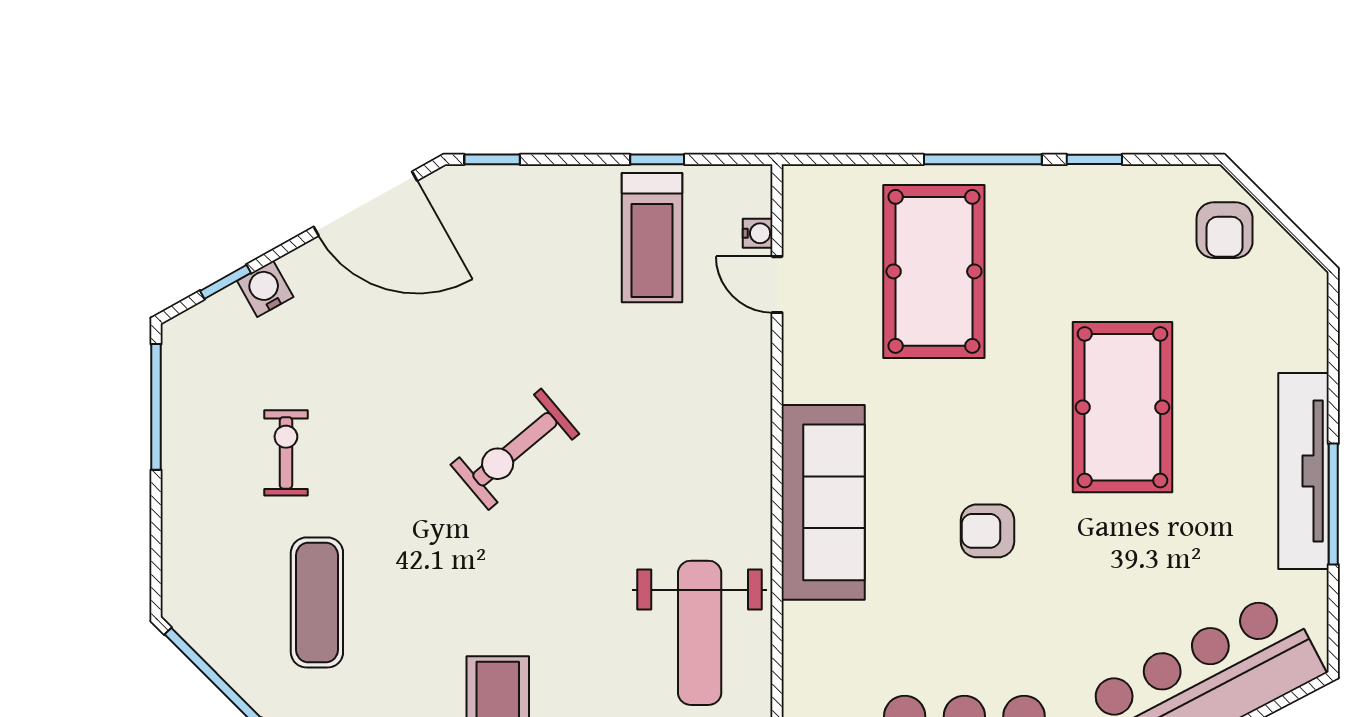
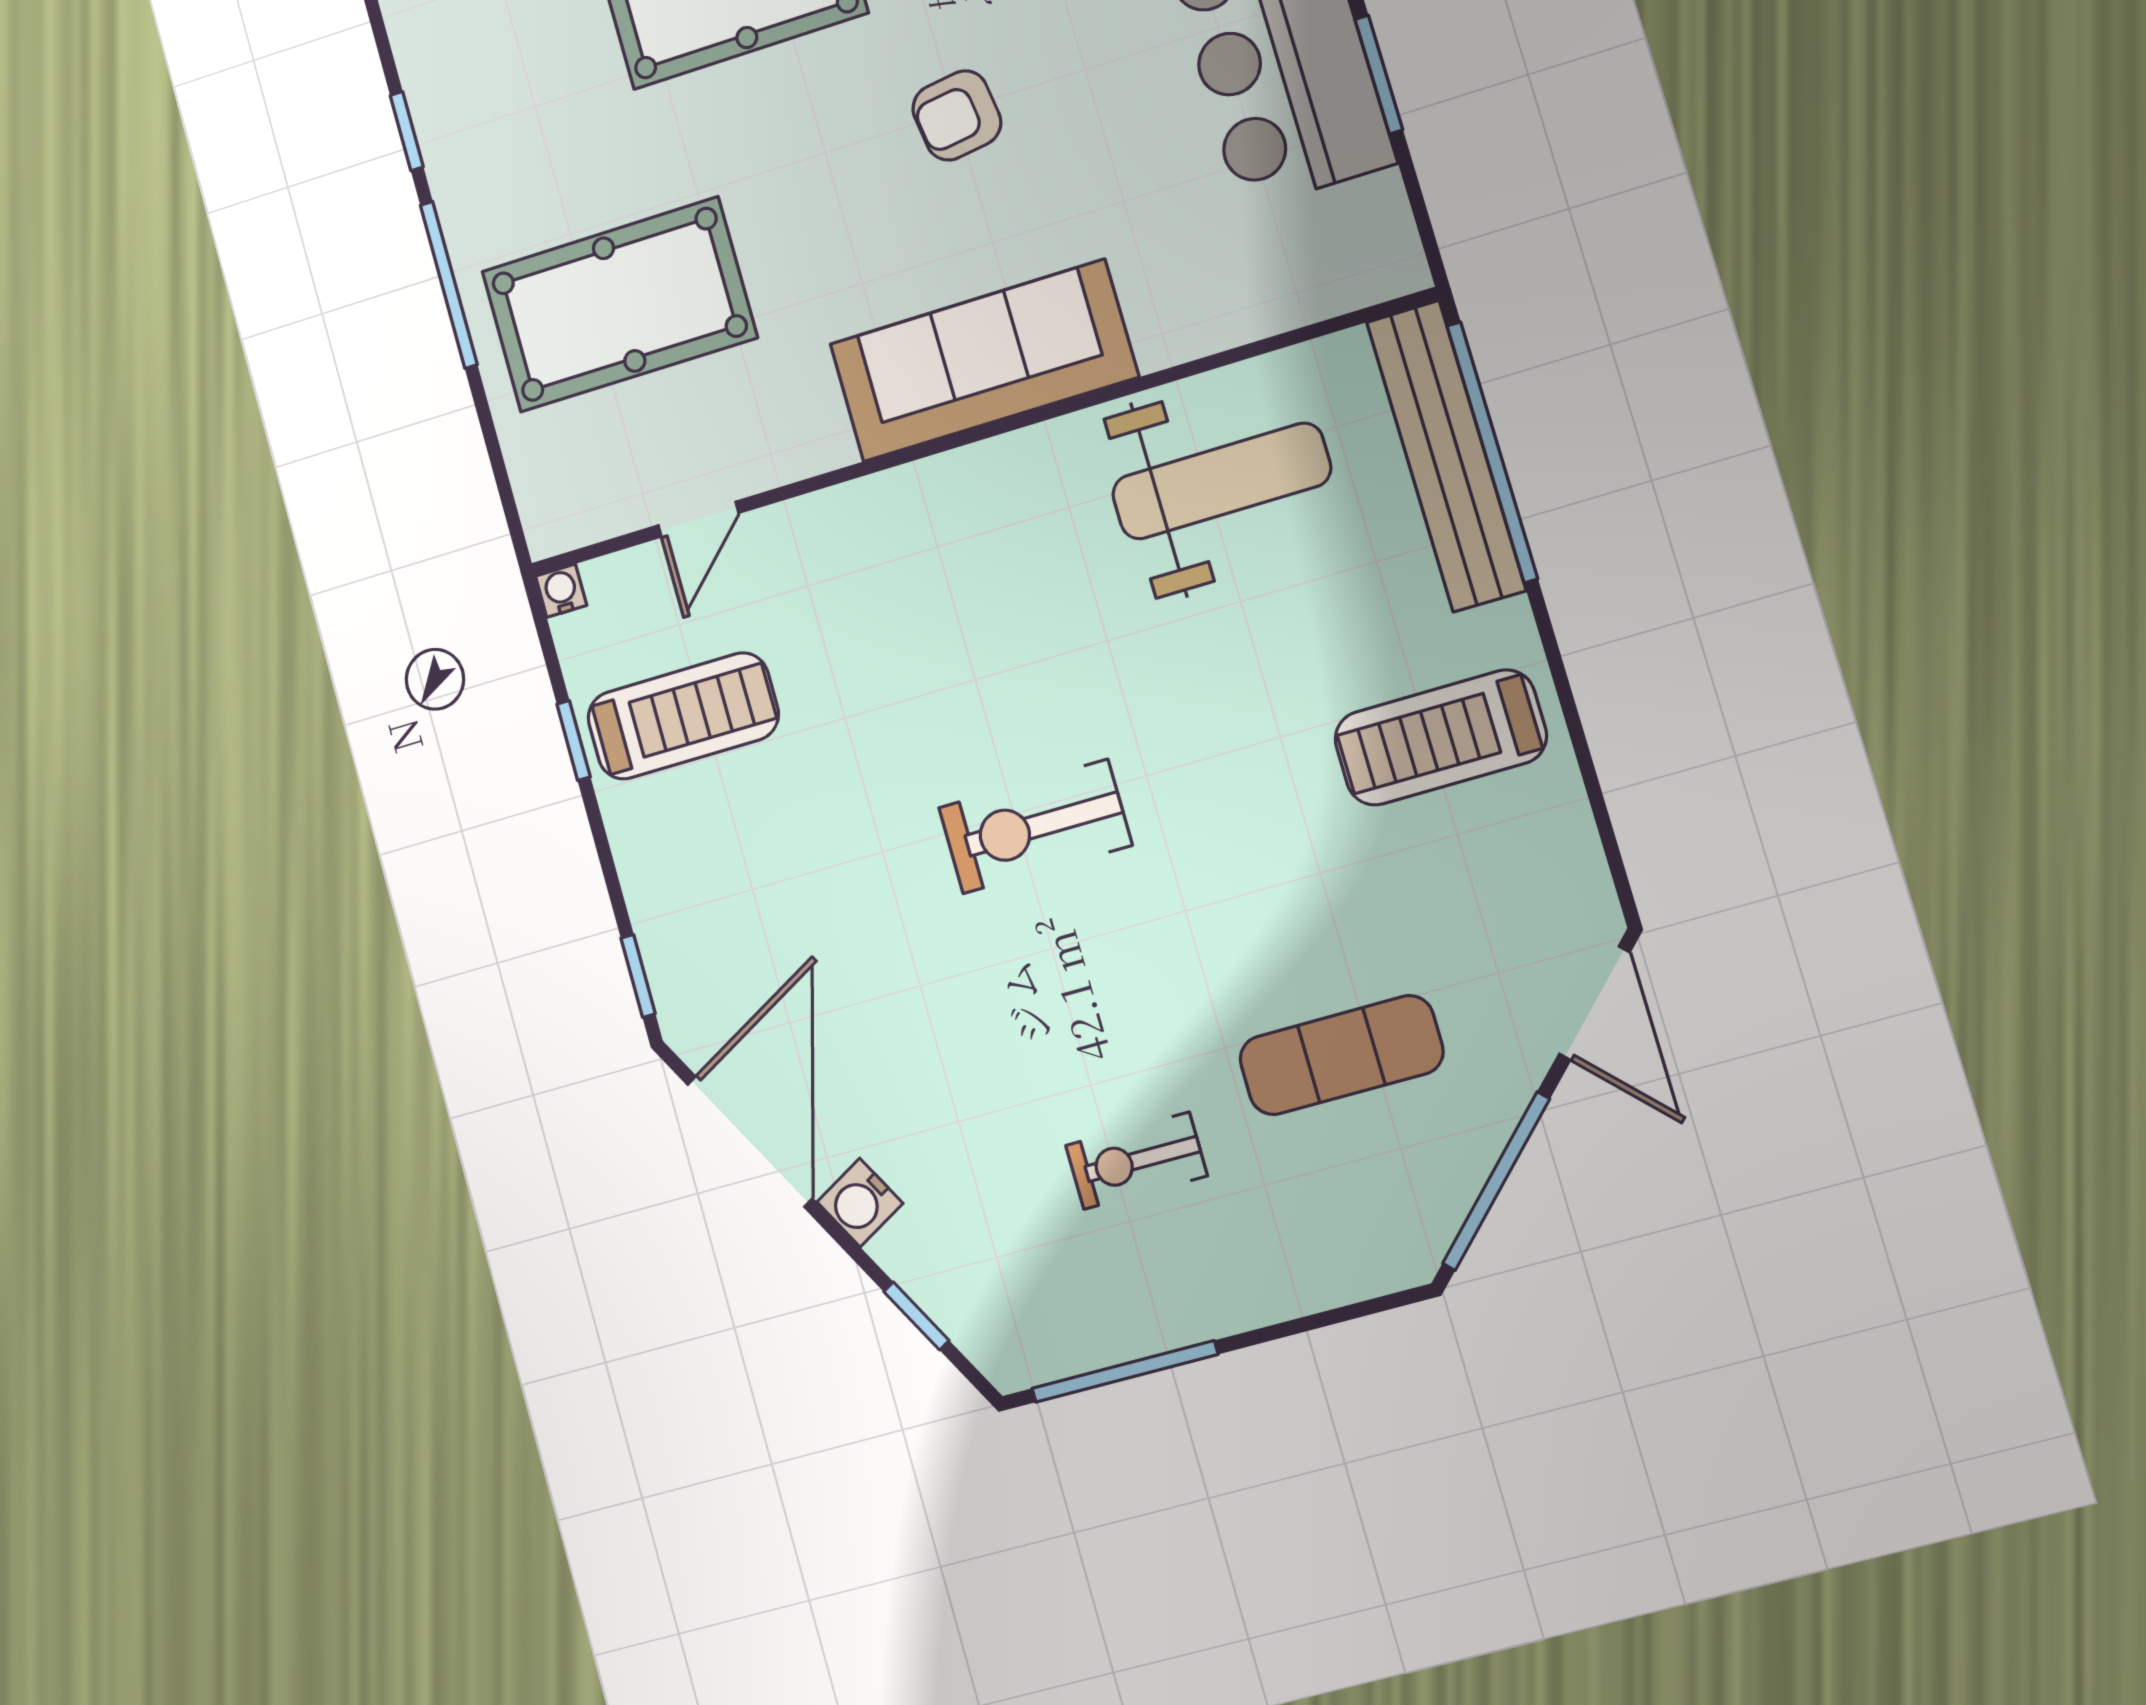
water cooler: (758, 233) -> (561, 591), moved
water cooler: (265, 289) -> (860, 1203), moved
exercise bike: (515, 449) -> (1035, 826), turned 130
armchair: (987, 531) -> (957, 115), turned 82

